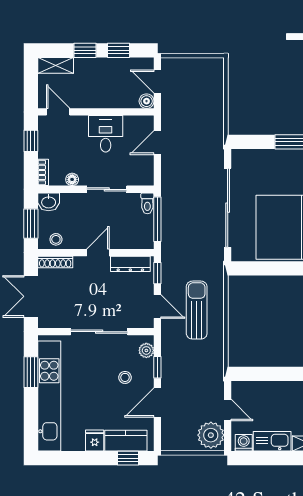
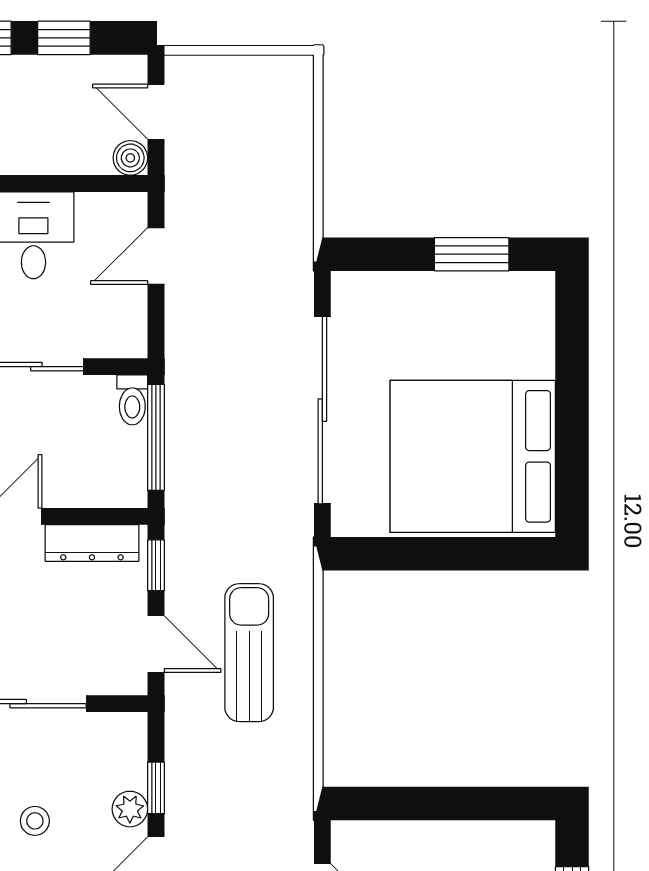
plant: (146, 350) -> (130, 809), moved
stool: (125, 377) -> (35, 821), moved

